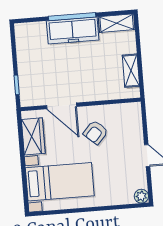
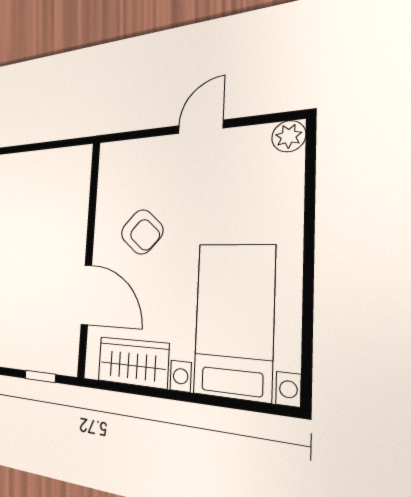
shelving: (131, 71) -> (49, 162), removed
door: (62, 106) -> (86, 295), hinge flipped

